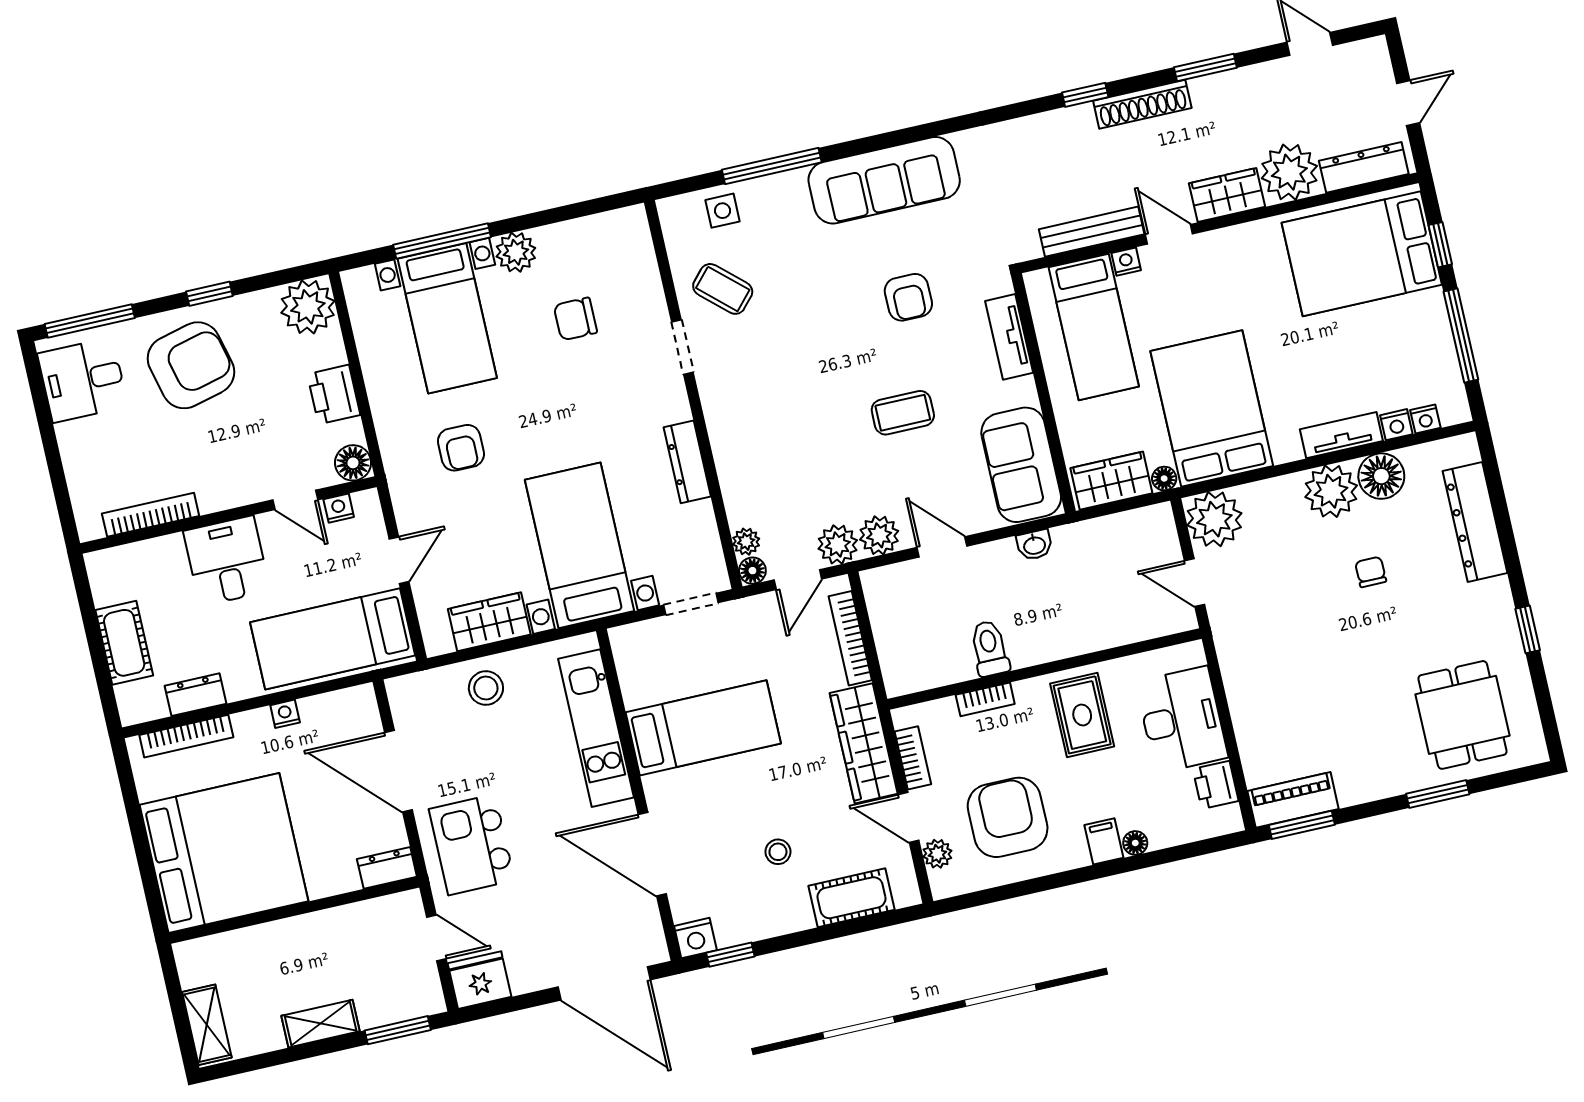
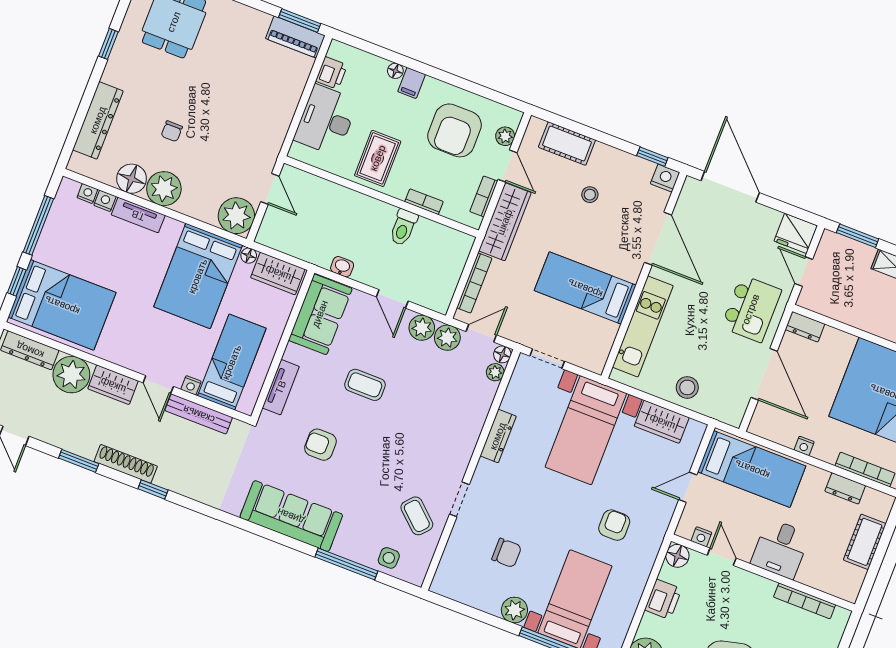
armchair: (908, 297) -> (320, 445), turned -90

